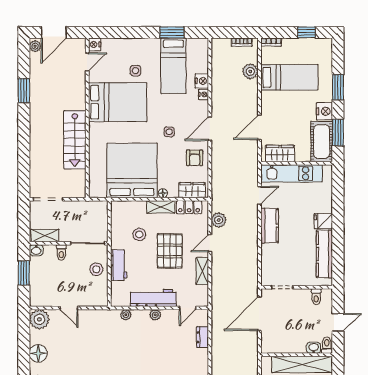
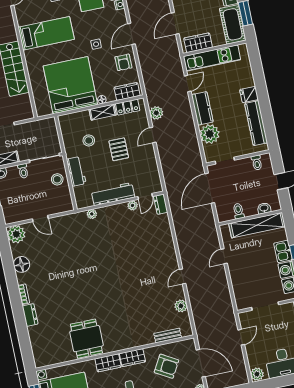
bed: (118, 102) -> (46, 33), width x0.67
pallet: (170, 251) -> (119, 149), width x0.67, depth x0.71
plant: (272, 255) -> (210, 134), added
shelving: (202, 271) -> (151, 161), removed
plant: (155, 315) -> (133, 205), moved
dresser: (203, 337) -> (161, 204), moved
toilet: (327, 345) -> (238, 211), moved

